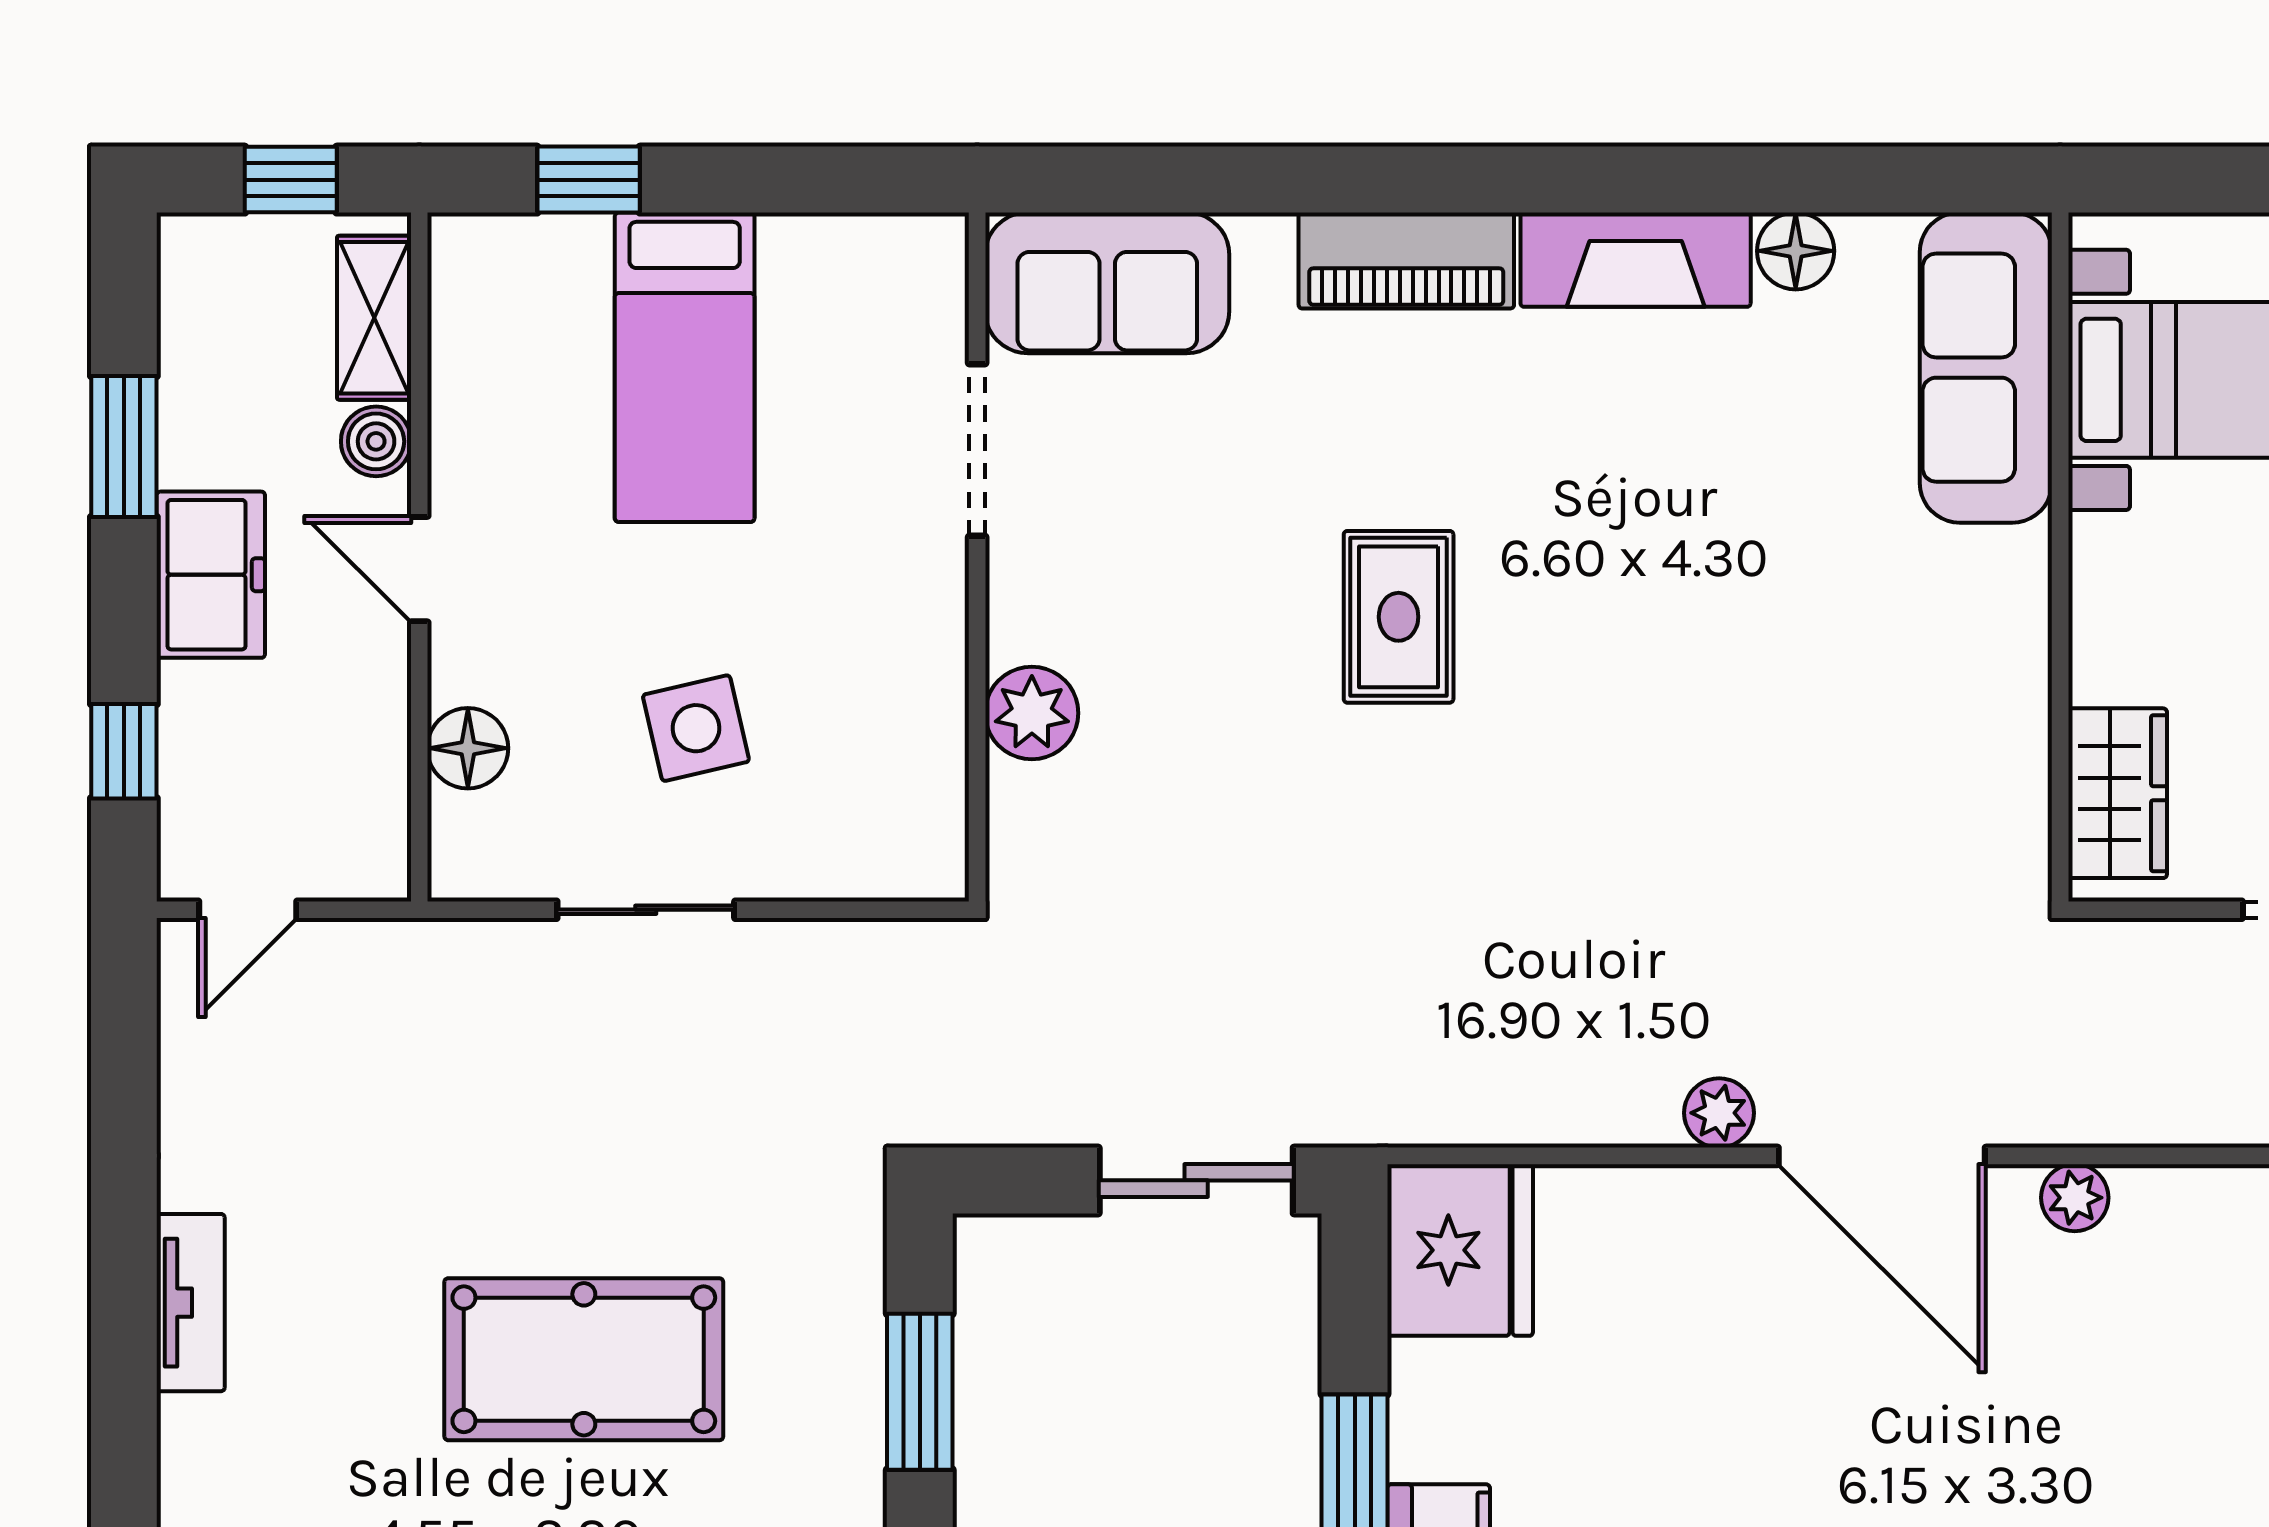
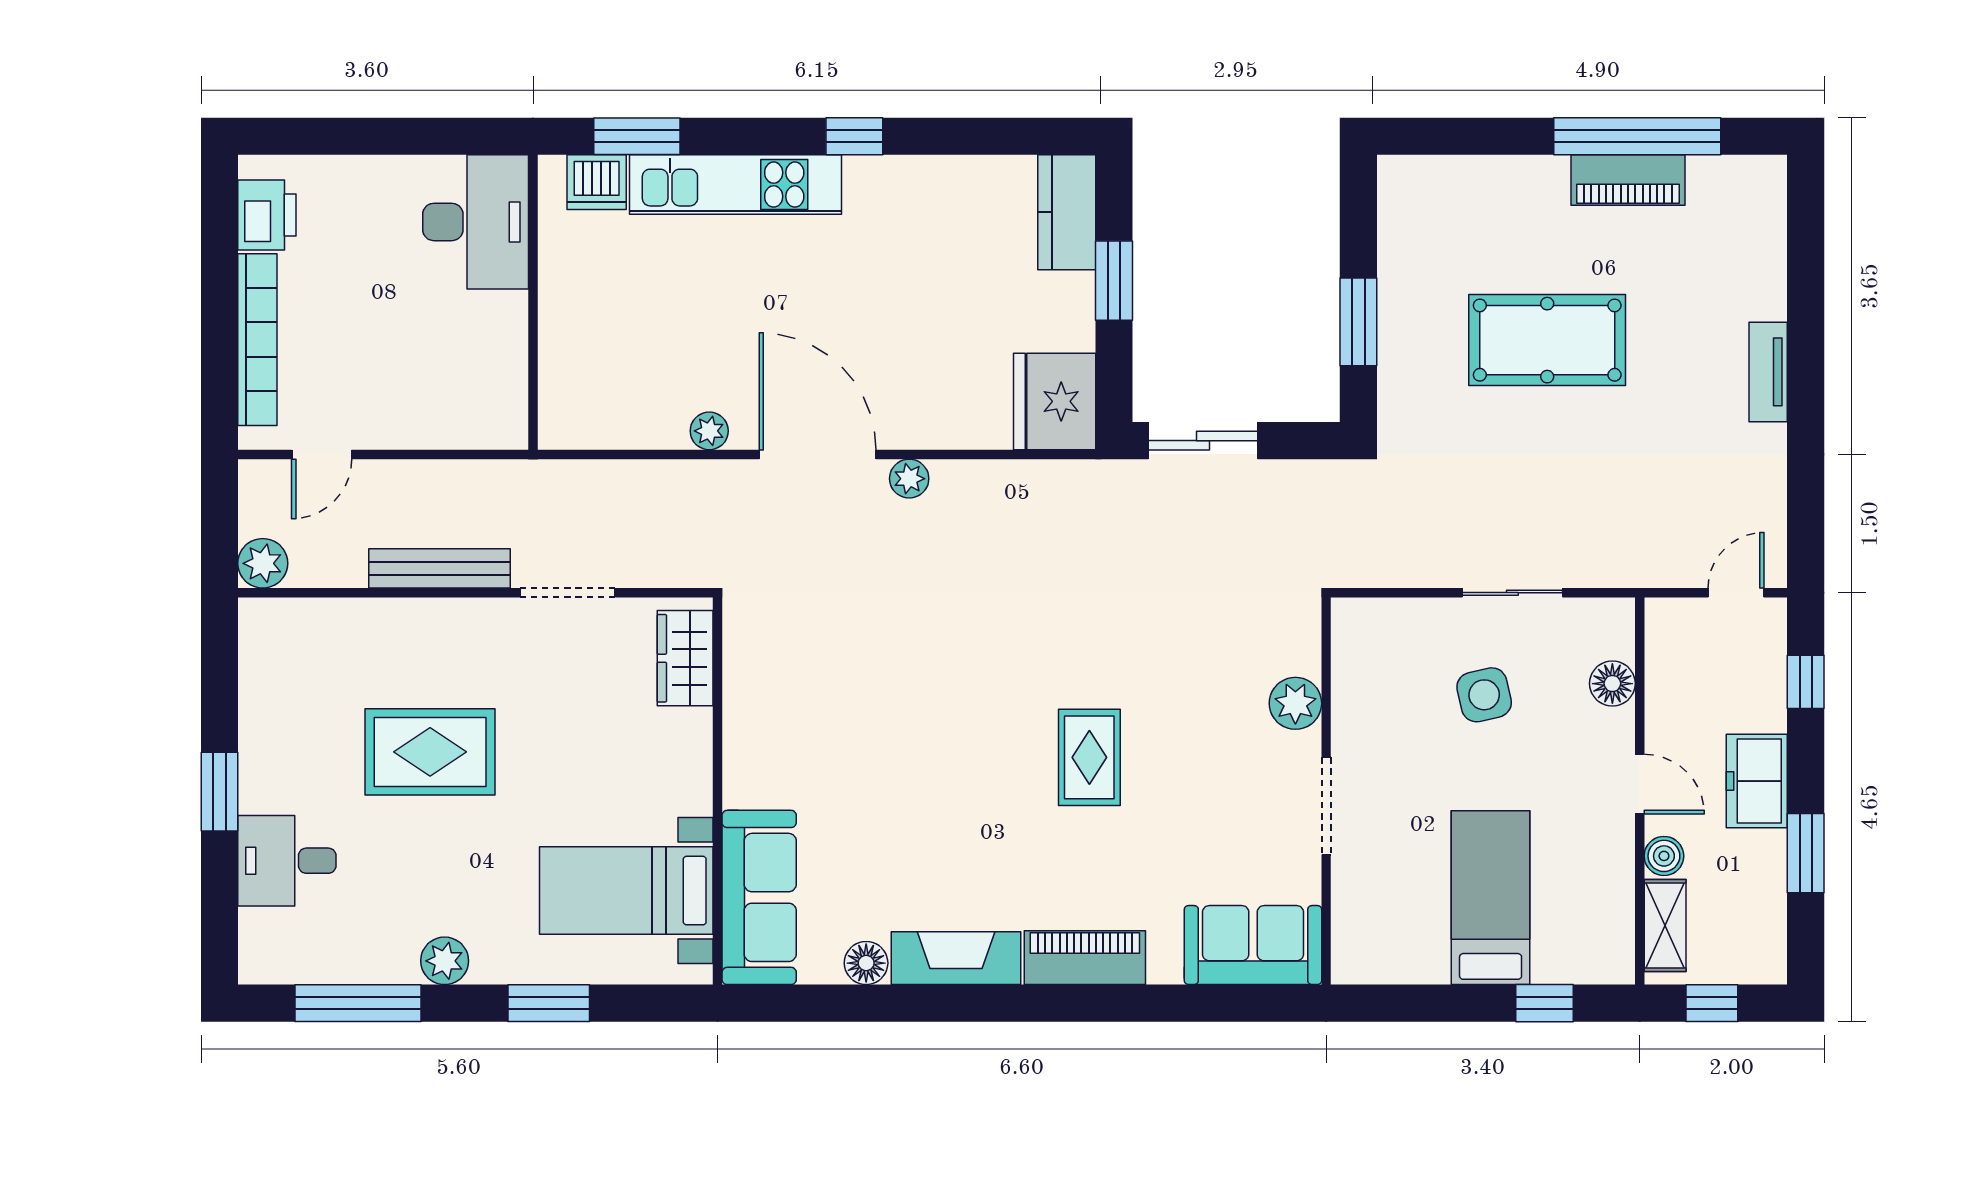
doorway: (977, 450) -> (1326, 806), moved

